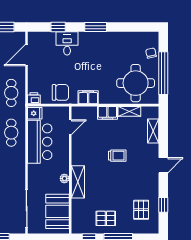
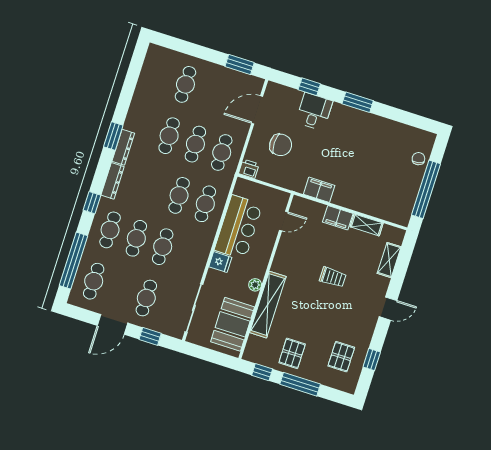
round table: (136, 83) -> (386, 191), removed
chair: (60, 92) -> (281, 145), moved
fridge: (35, 113) -> (220, 262), moved
shelving: (78, 182) -> (268, 305), width x1.47
pallet: (106, 218) -> (292, 353), turned 90

